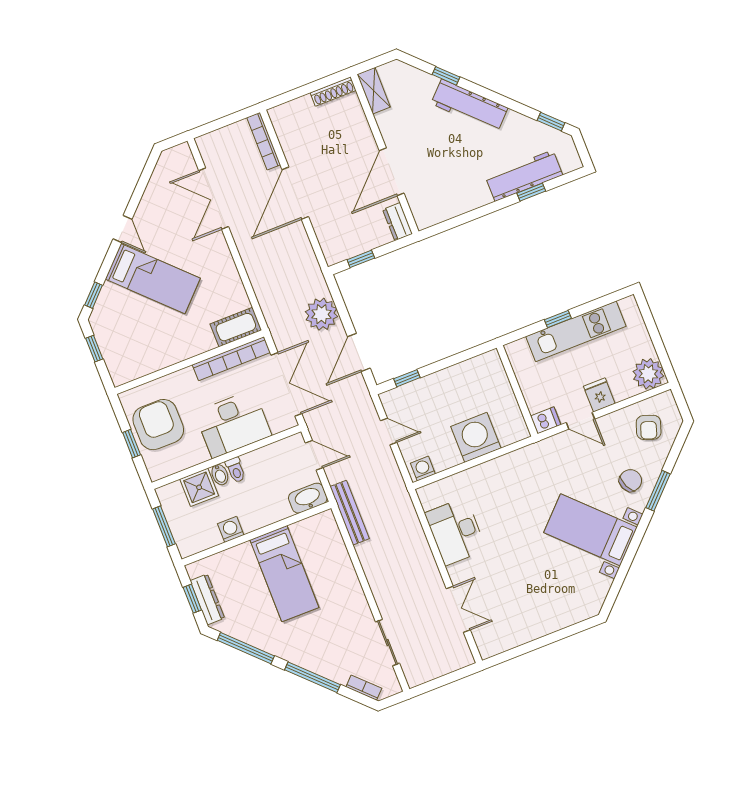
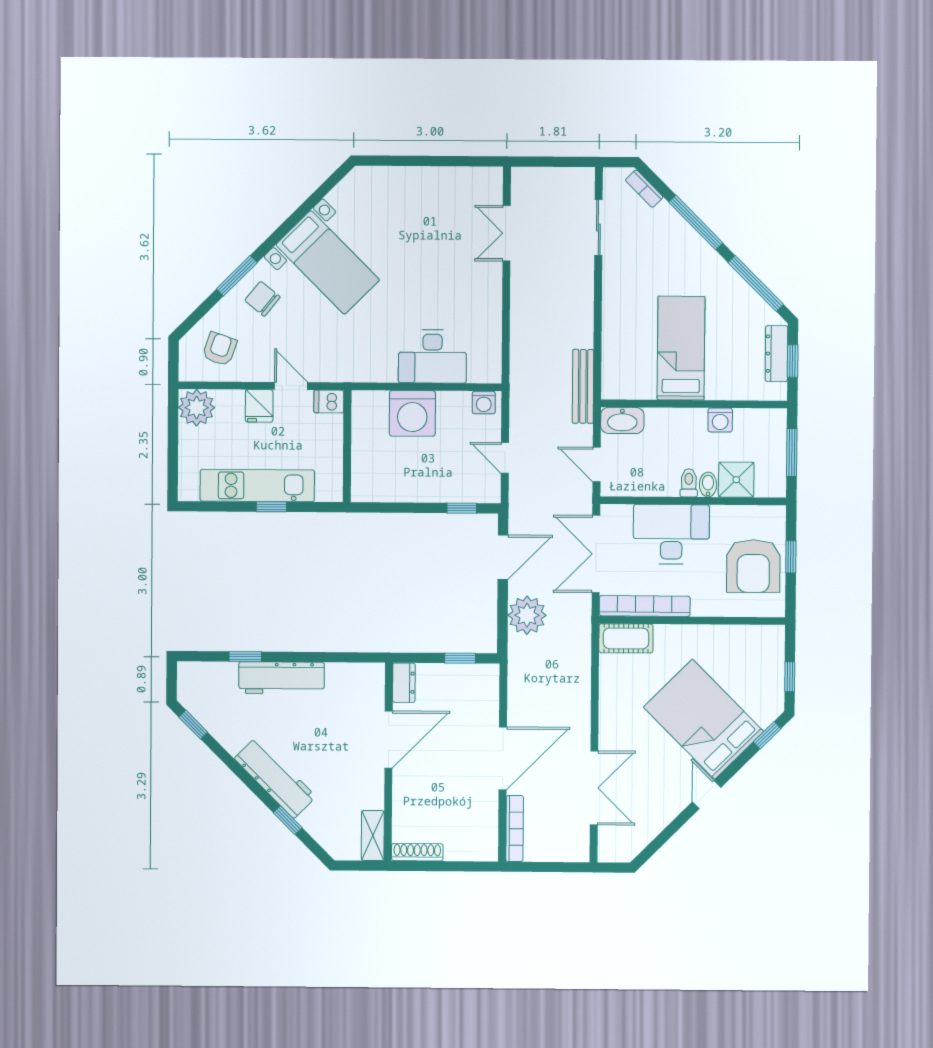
workbench: (524, 176) -> (282, 678), moved
bed: (153, 279) -> (703, 719), width x1.50
chair: (630, 481) -> (262, 299), turned 63
desk: (456, 531) -> (432, 356), moved, turned 90

